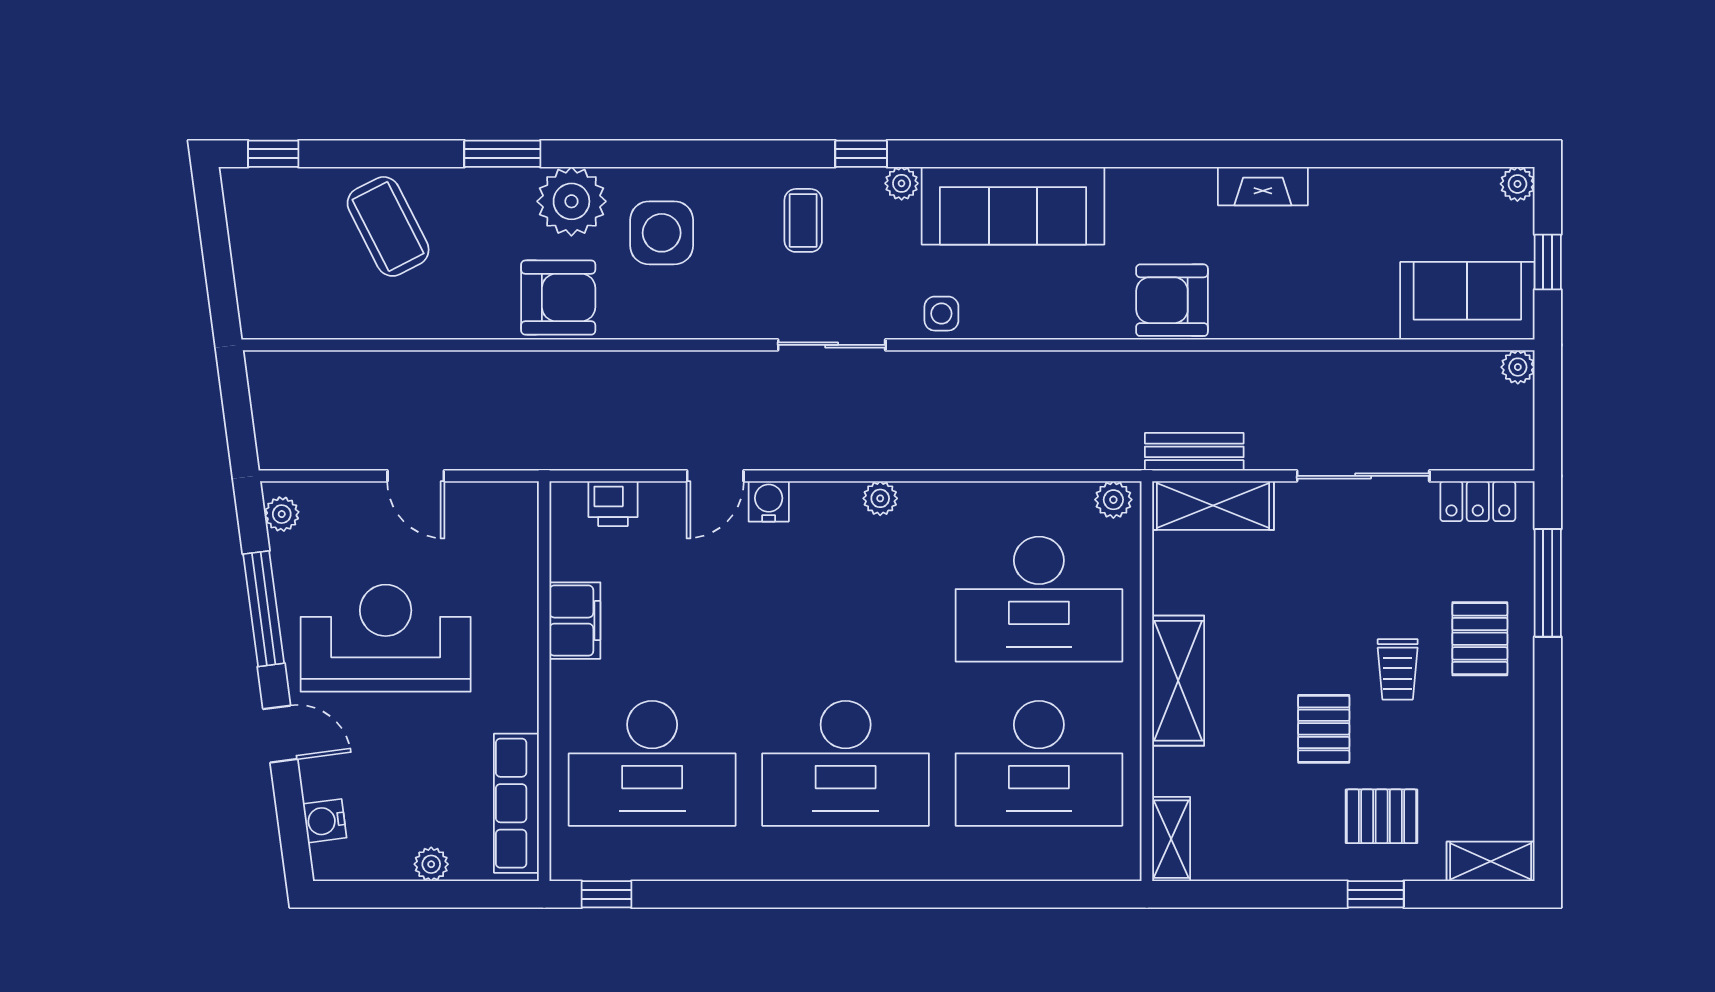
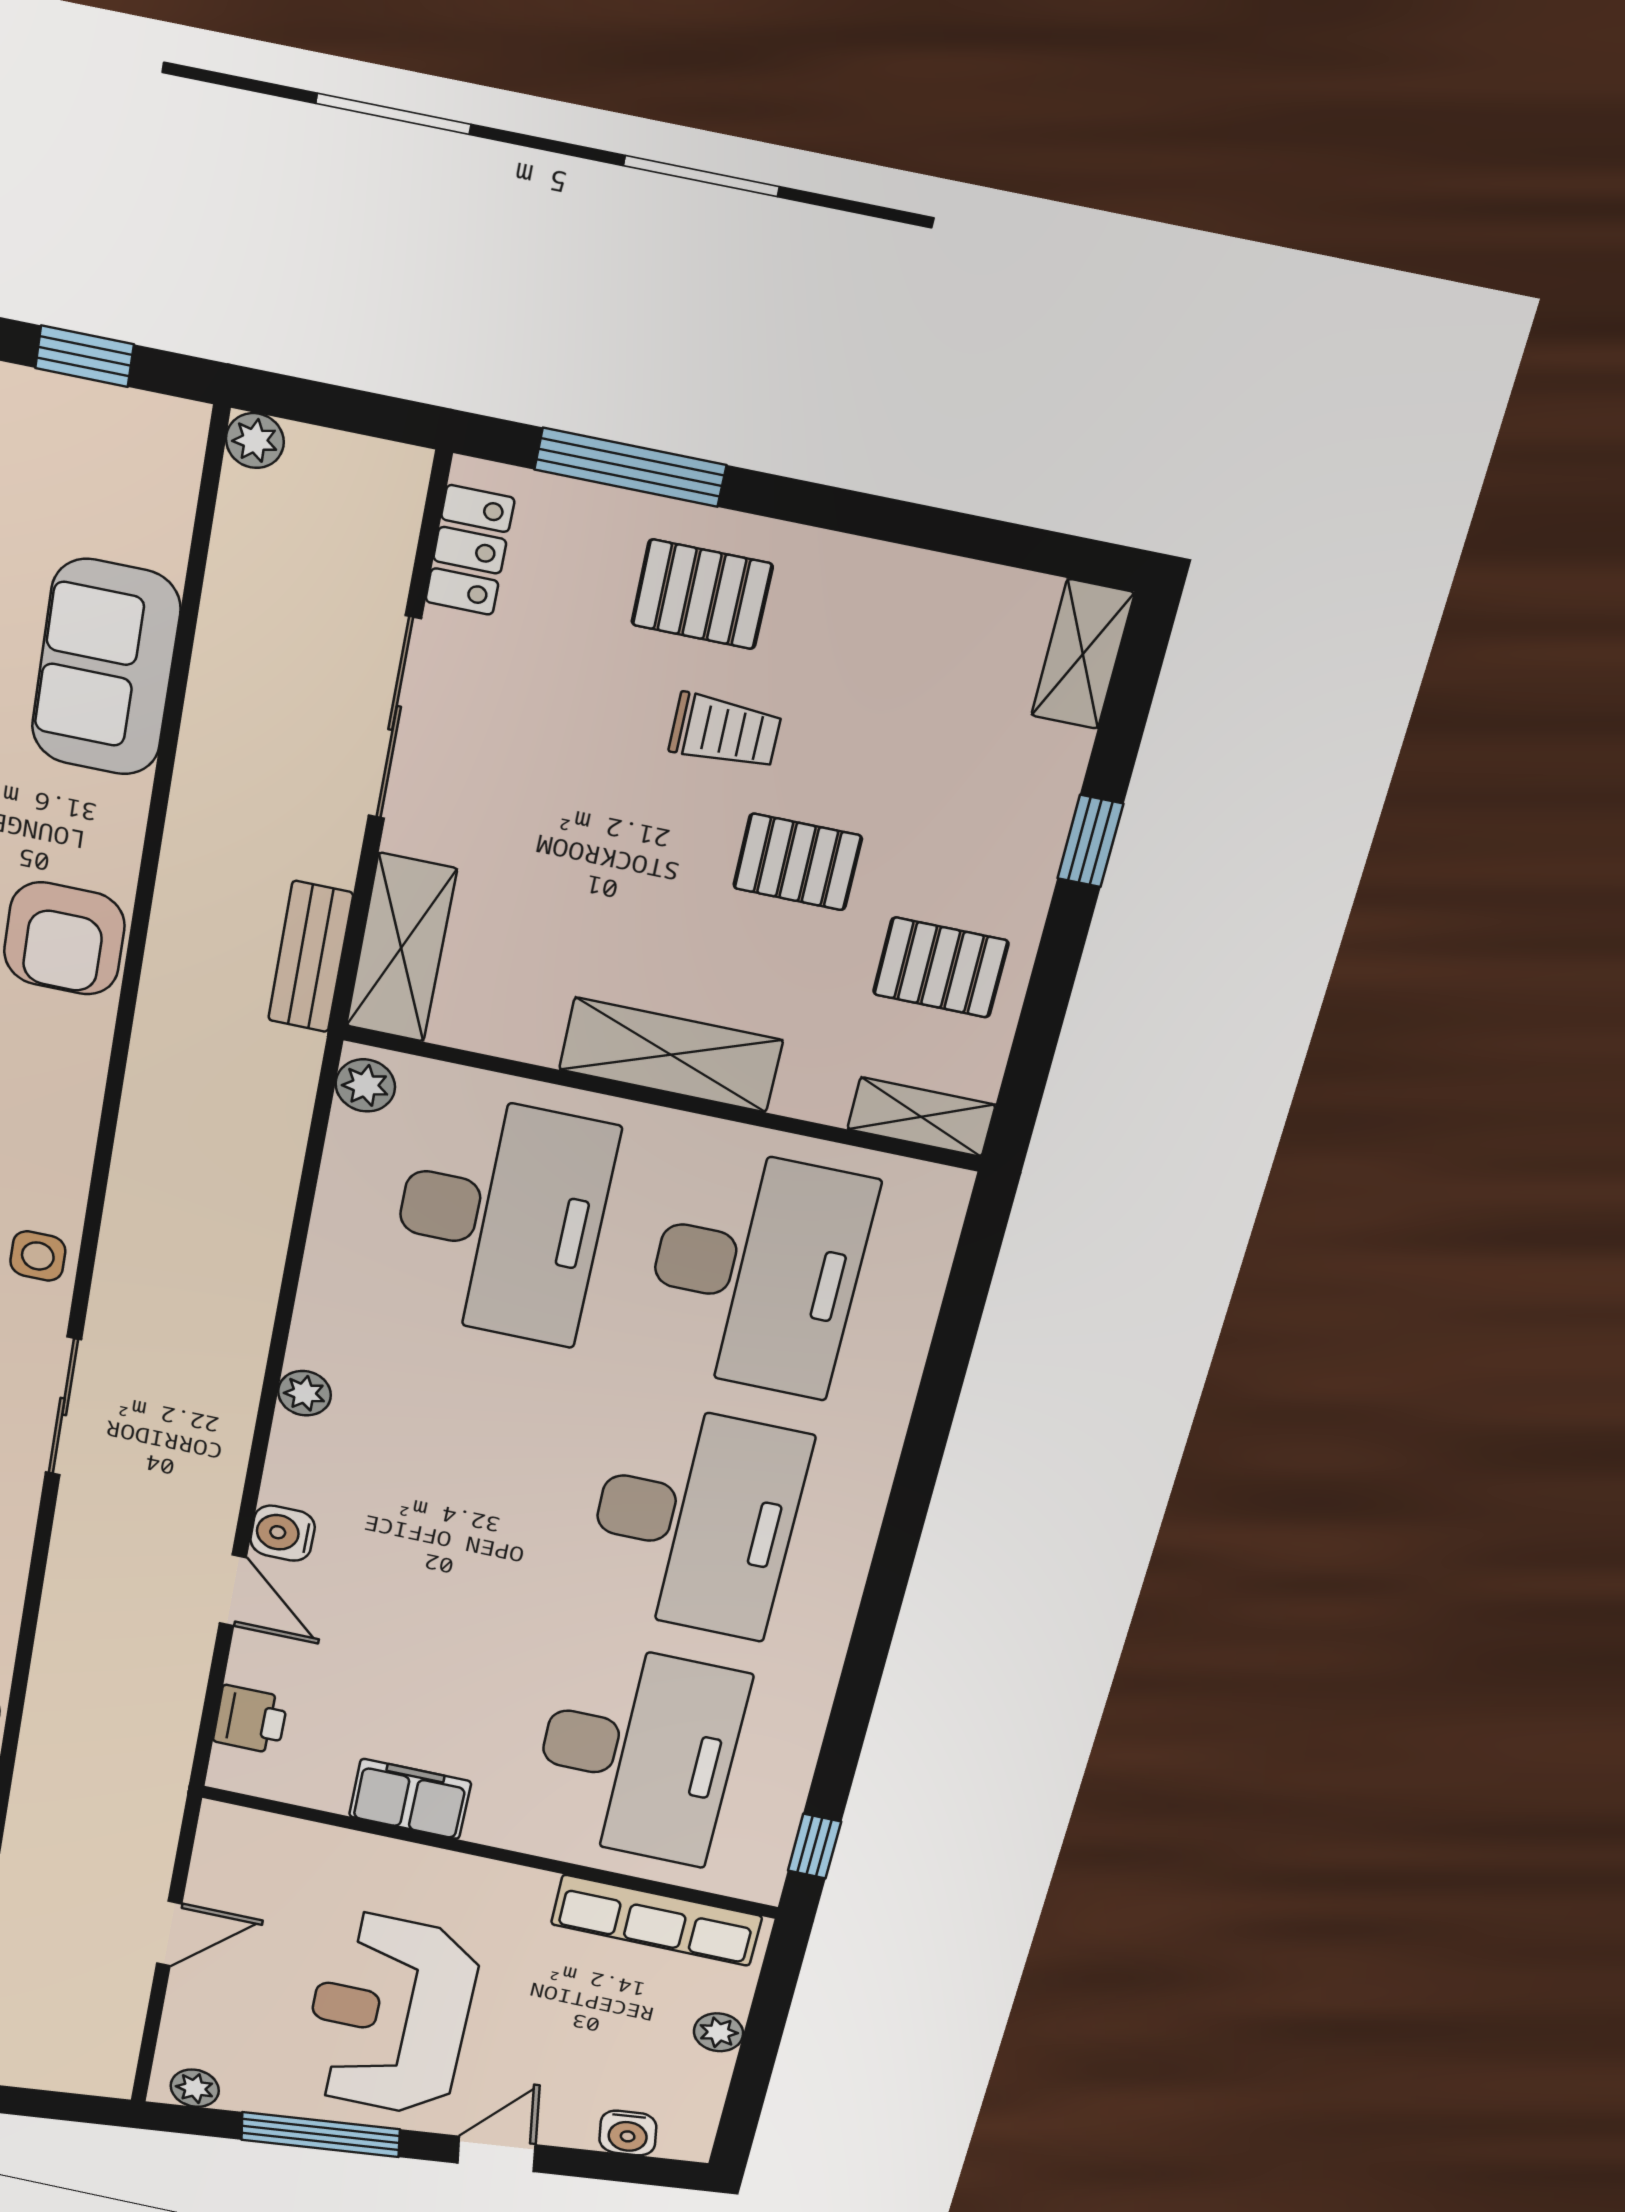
sofa: (1467, 301) -> (106, 668), moved
pallet: (1382, 816) -> (941, 967), moved, turned 90

